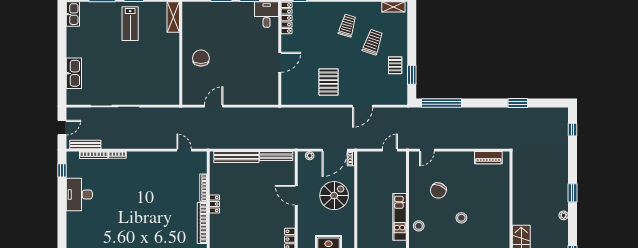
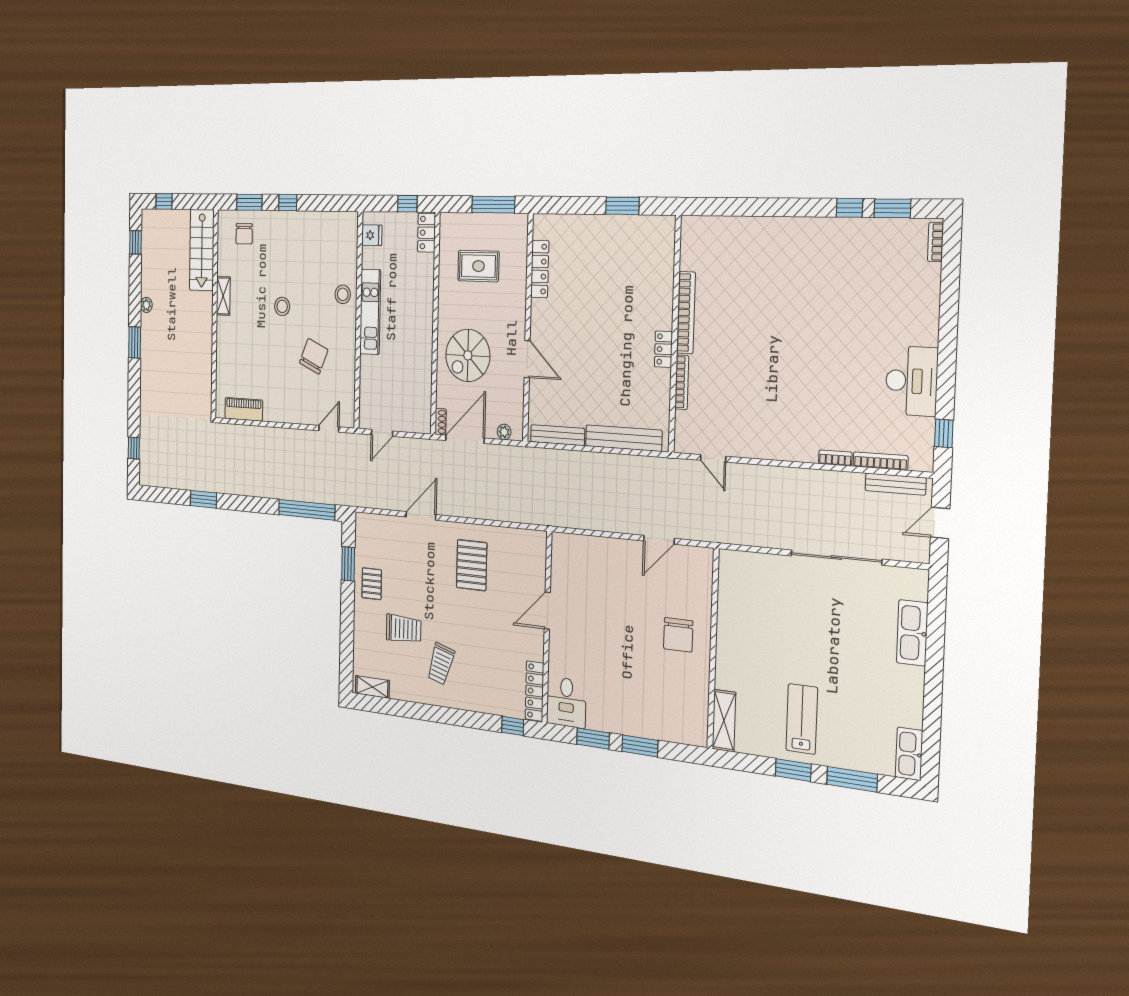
trolley: (373, 42) -> (404, 629), turned -109
shelving: (505, 222) -> (223, 296), added

